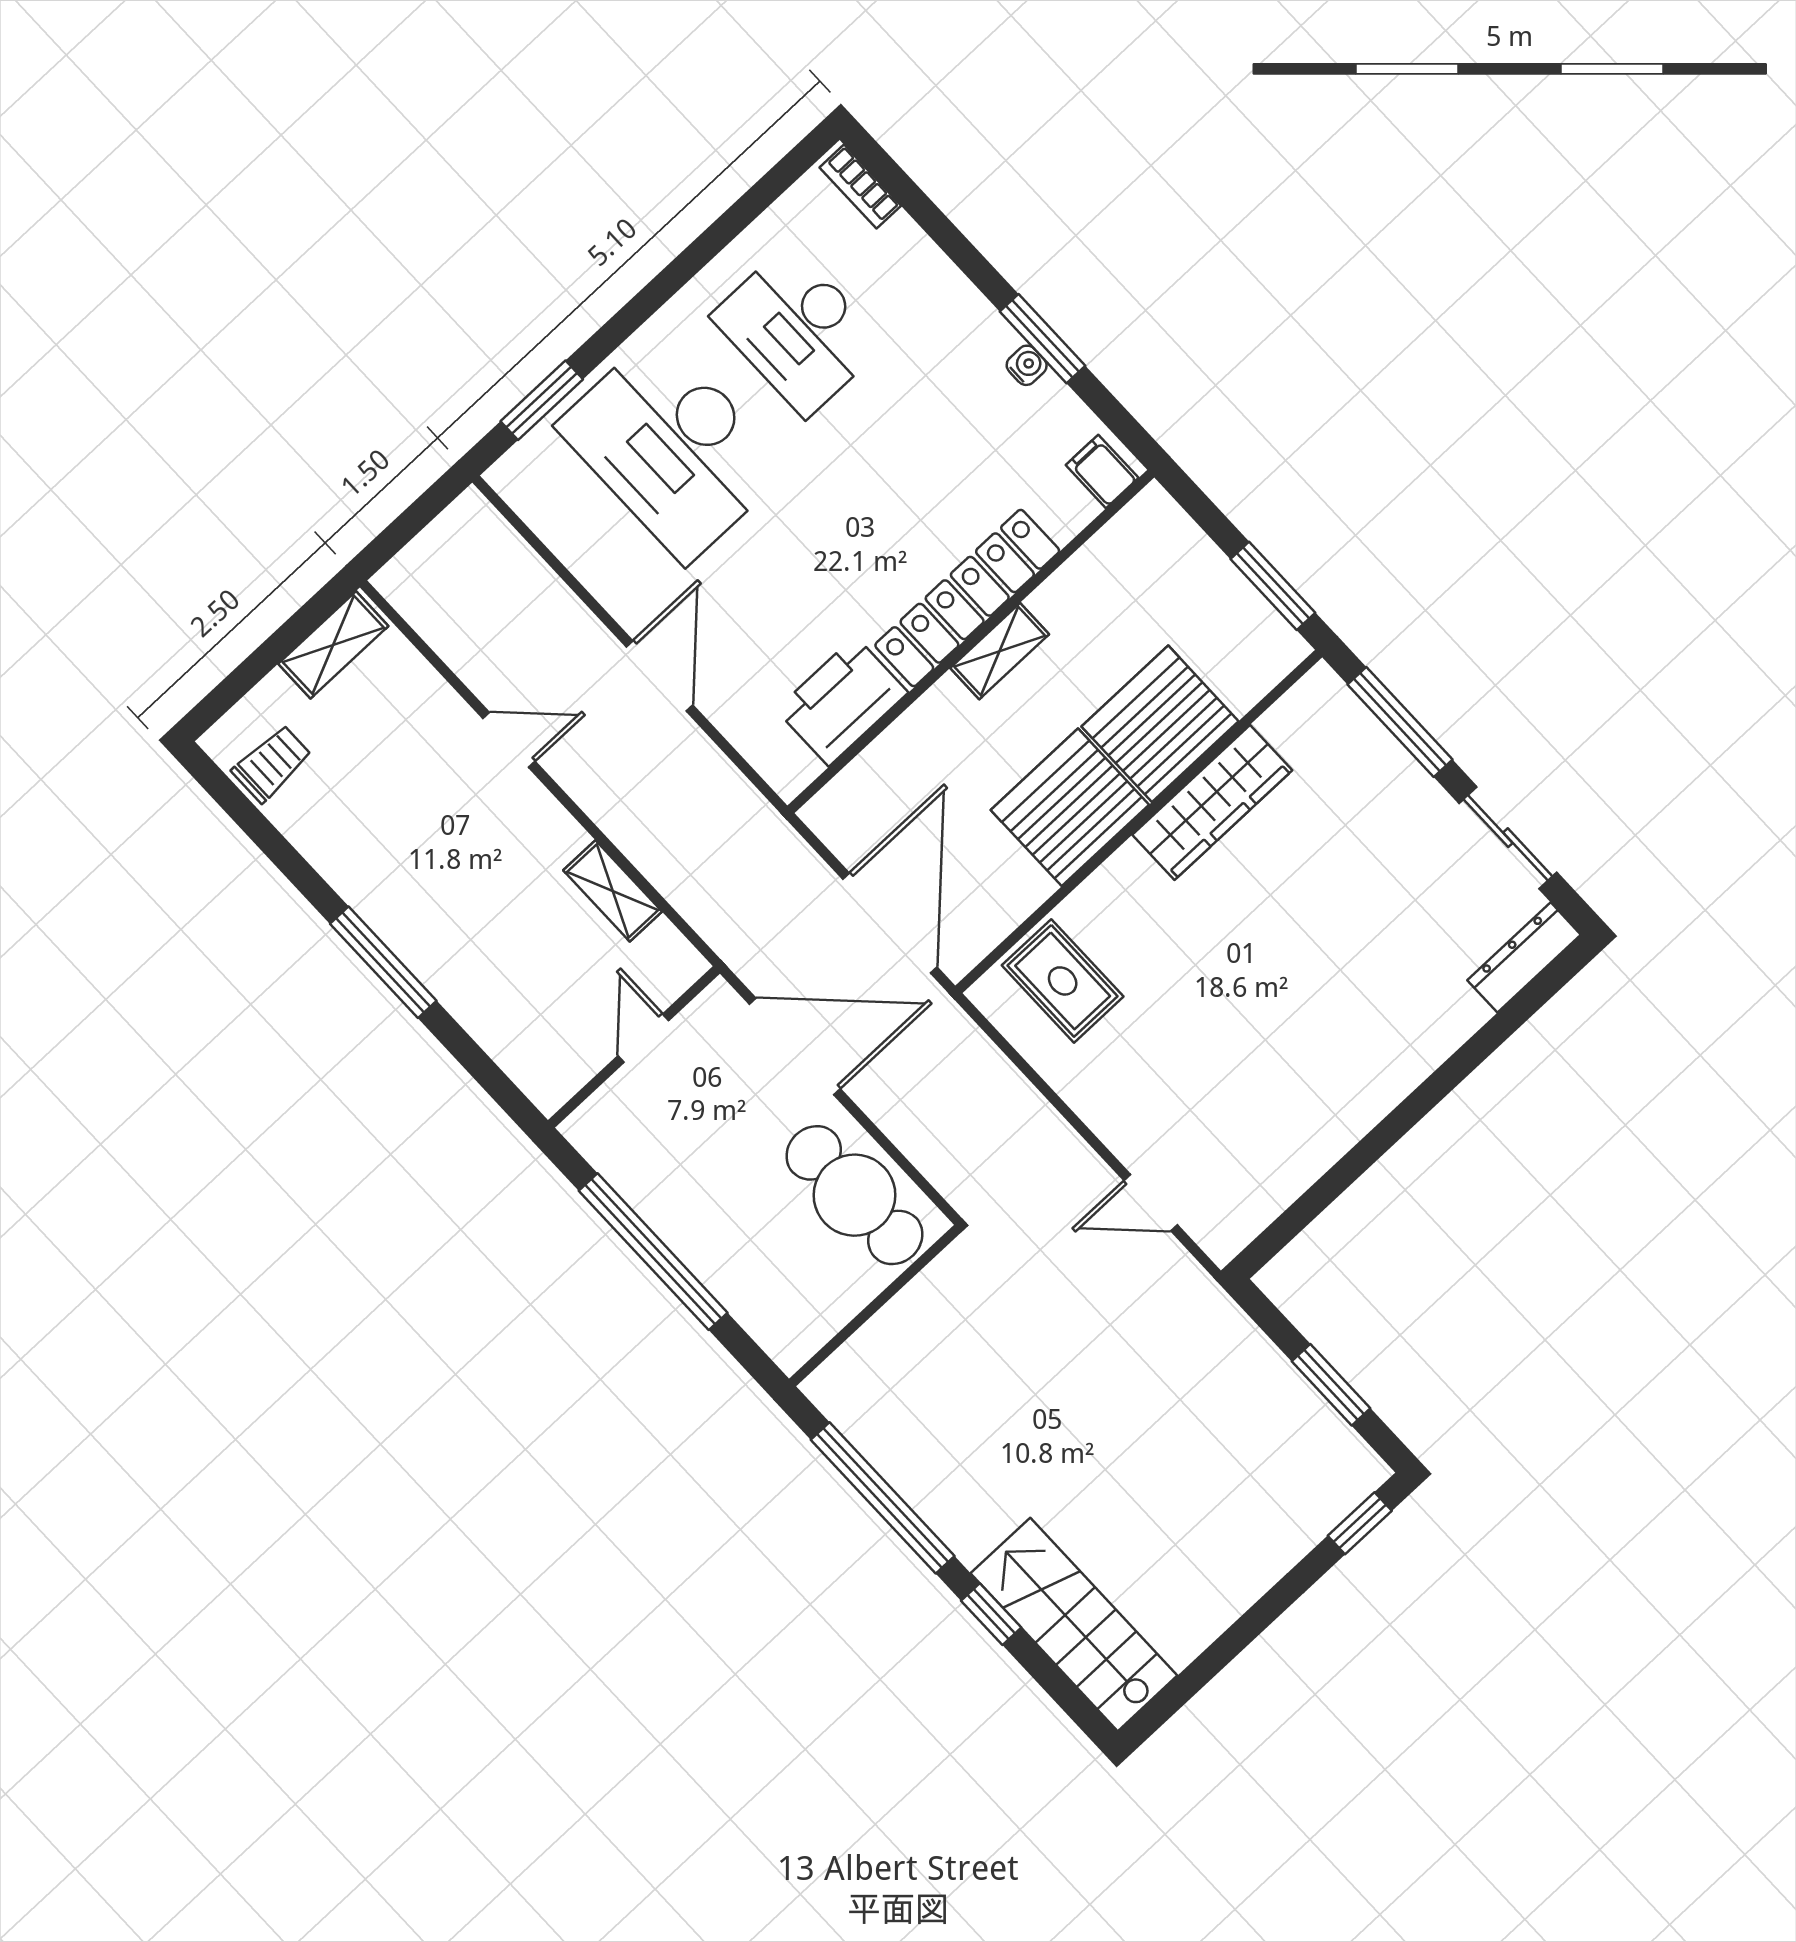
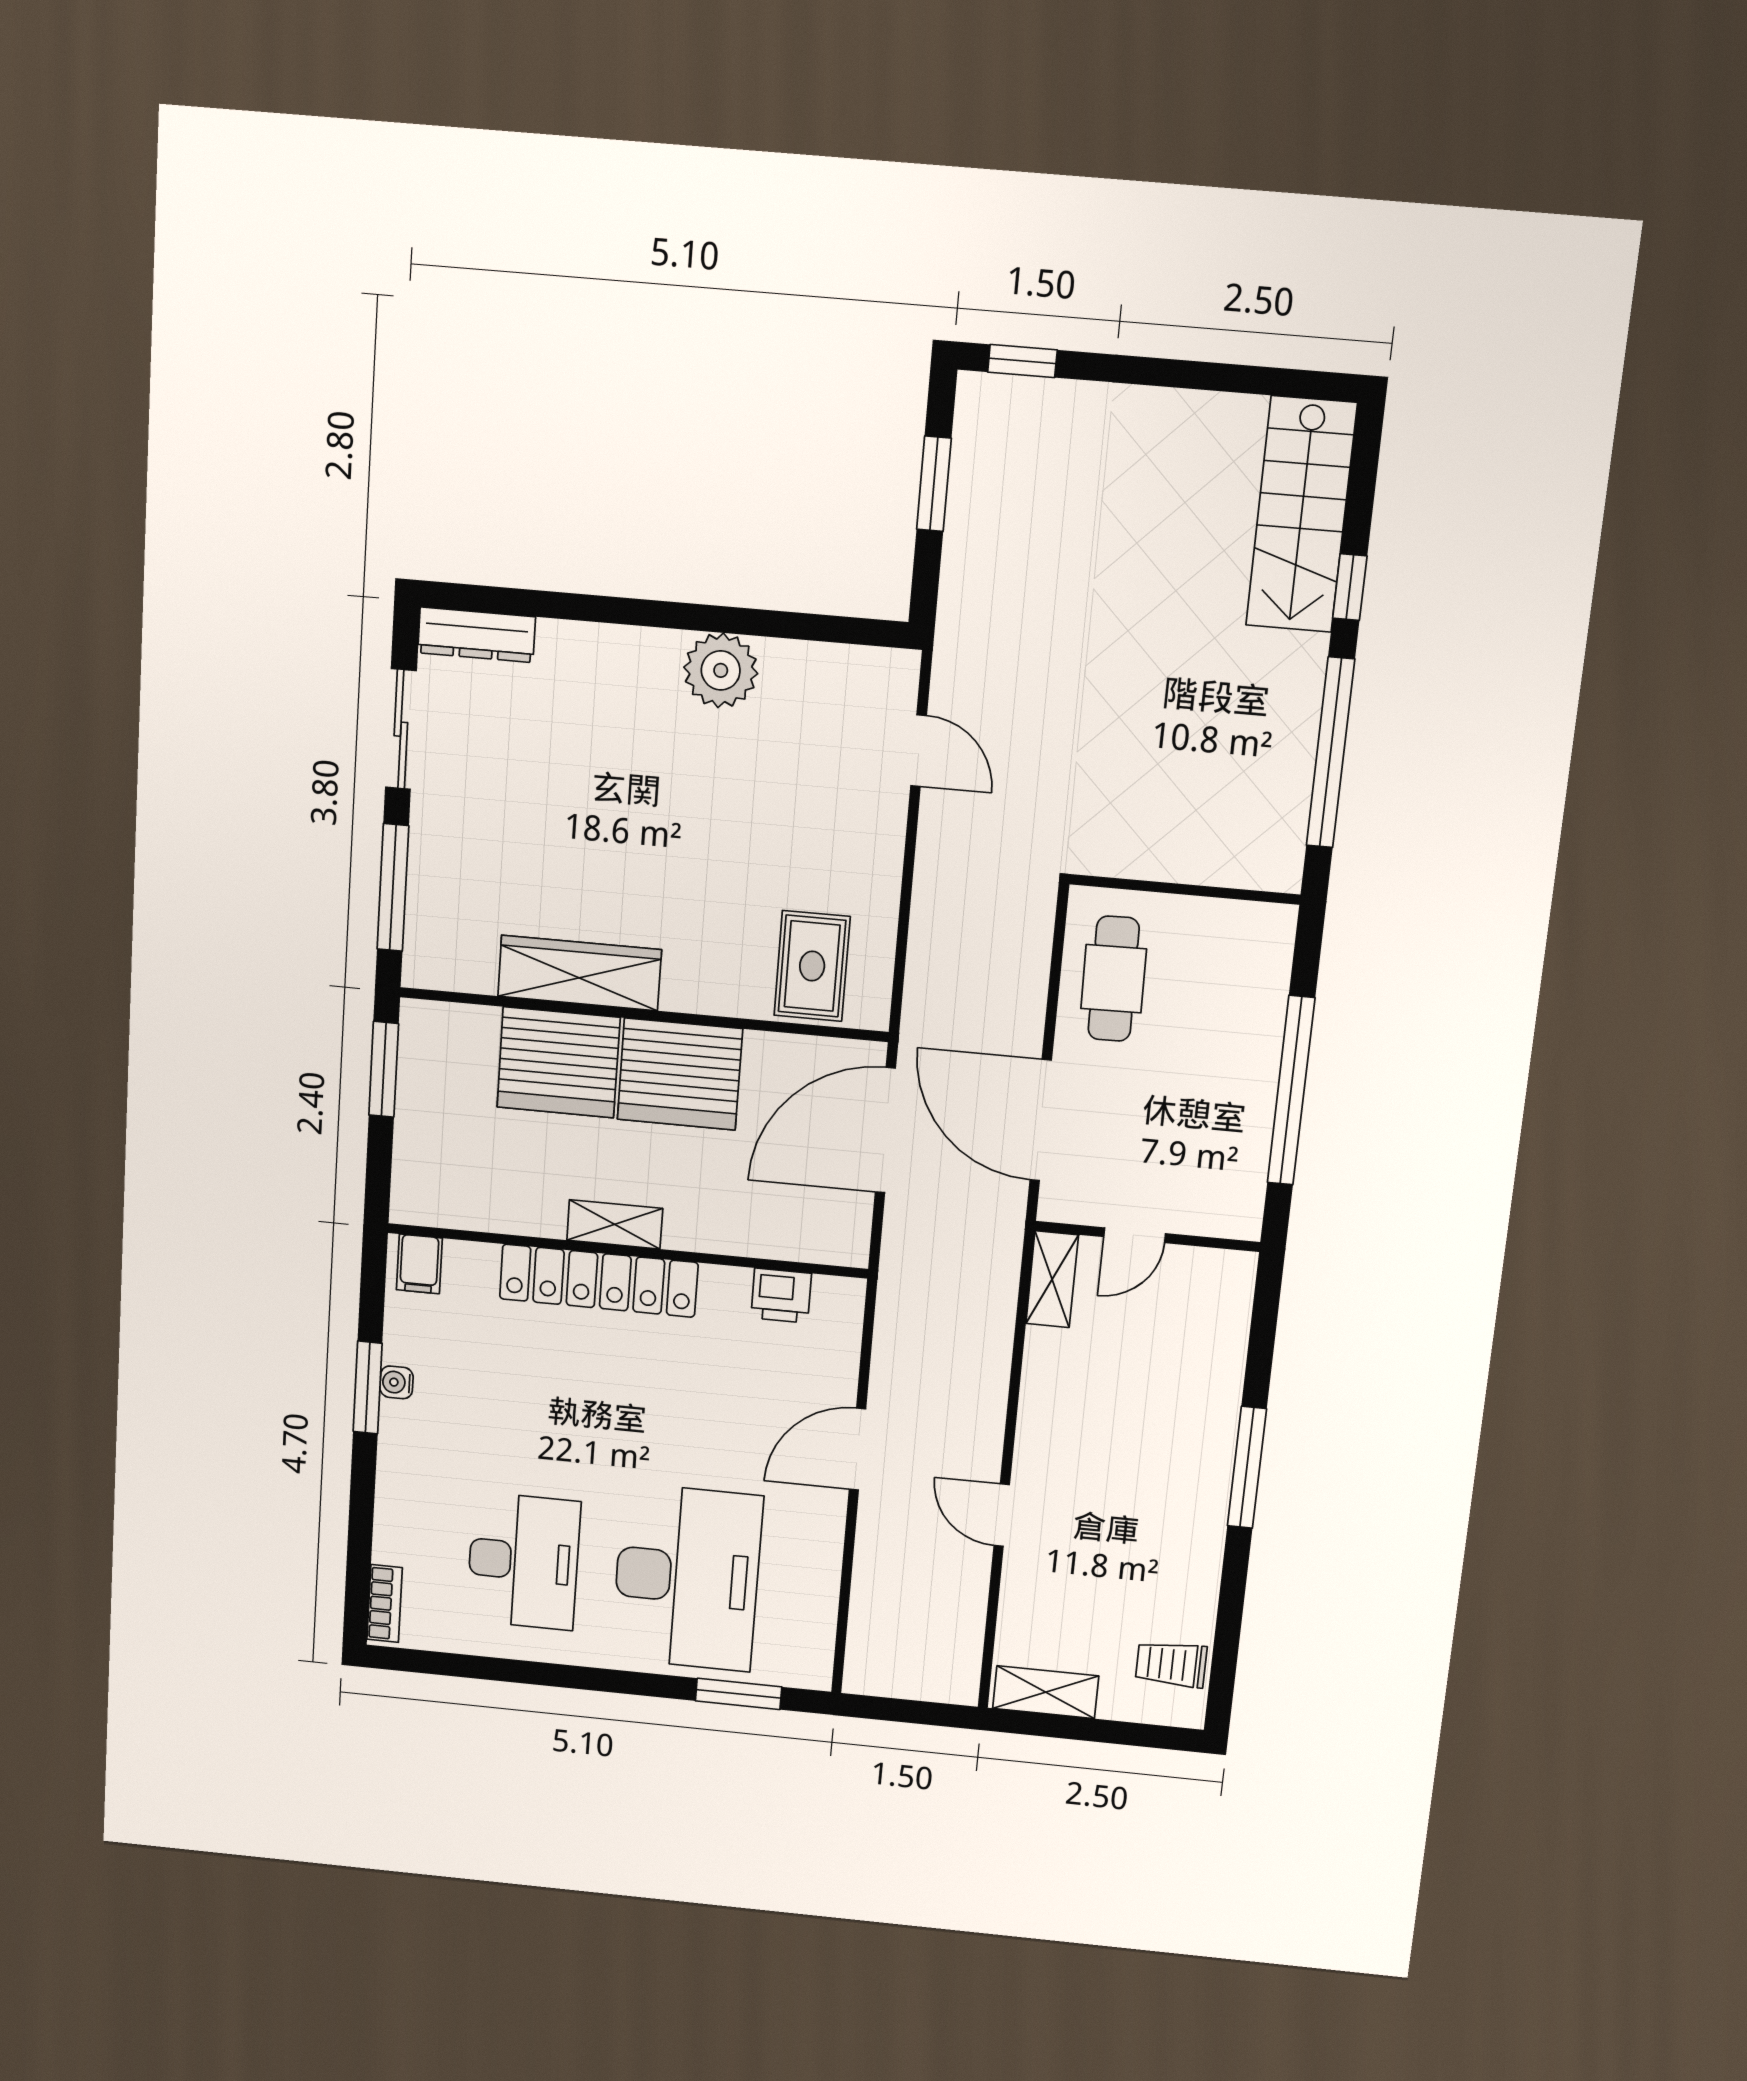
printer: (842, 701) -> (781, 1296), width x0.53, depth x0.68
shelving: (613, 891) -> (1052, 1279), moved
plant: (1338, 1112) -> (721, 670), added
cafe table: (854, 1195) -> (1114, 979), width x0.73, depth x0.74

